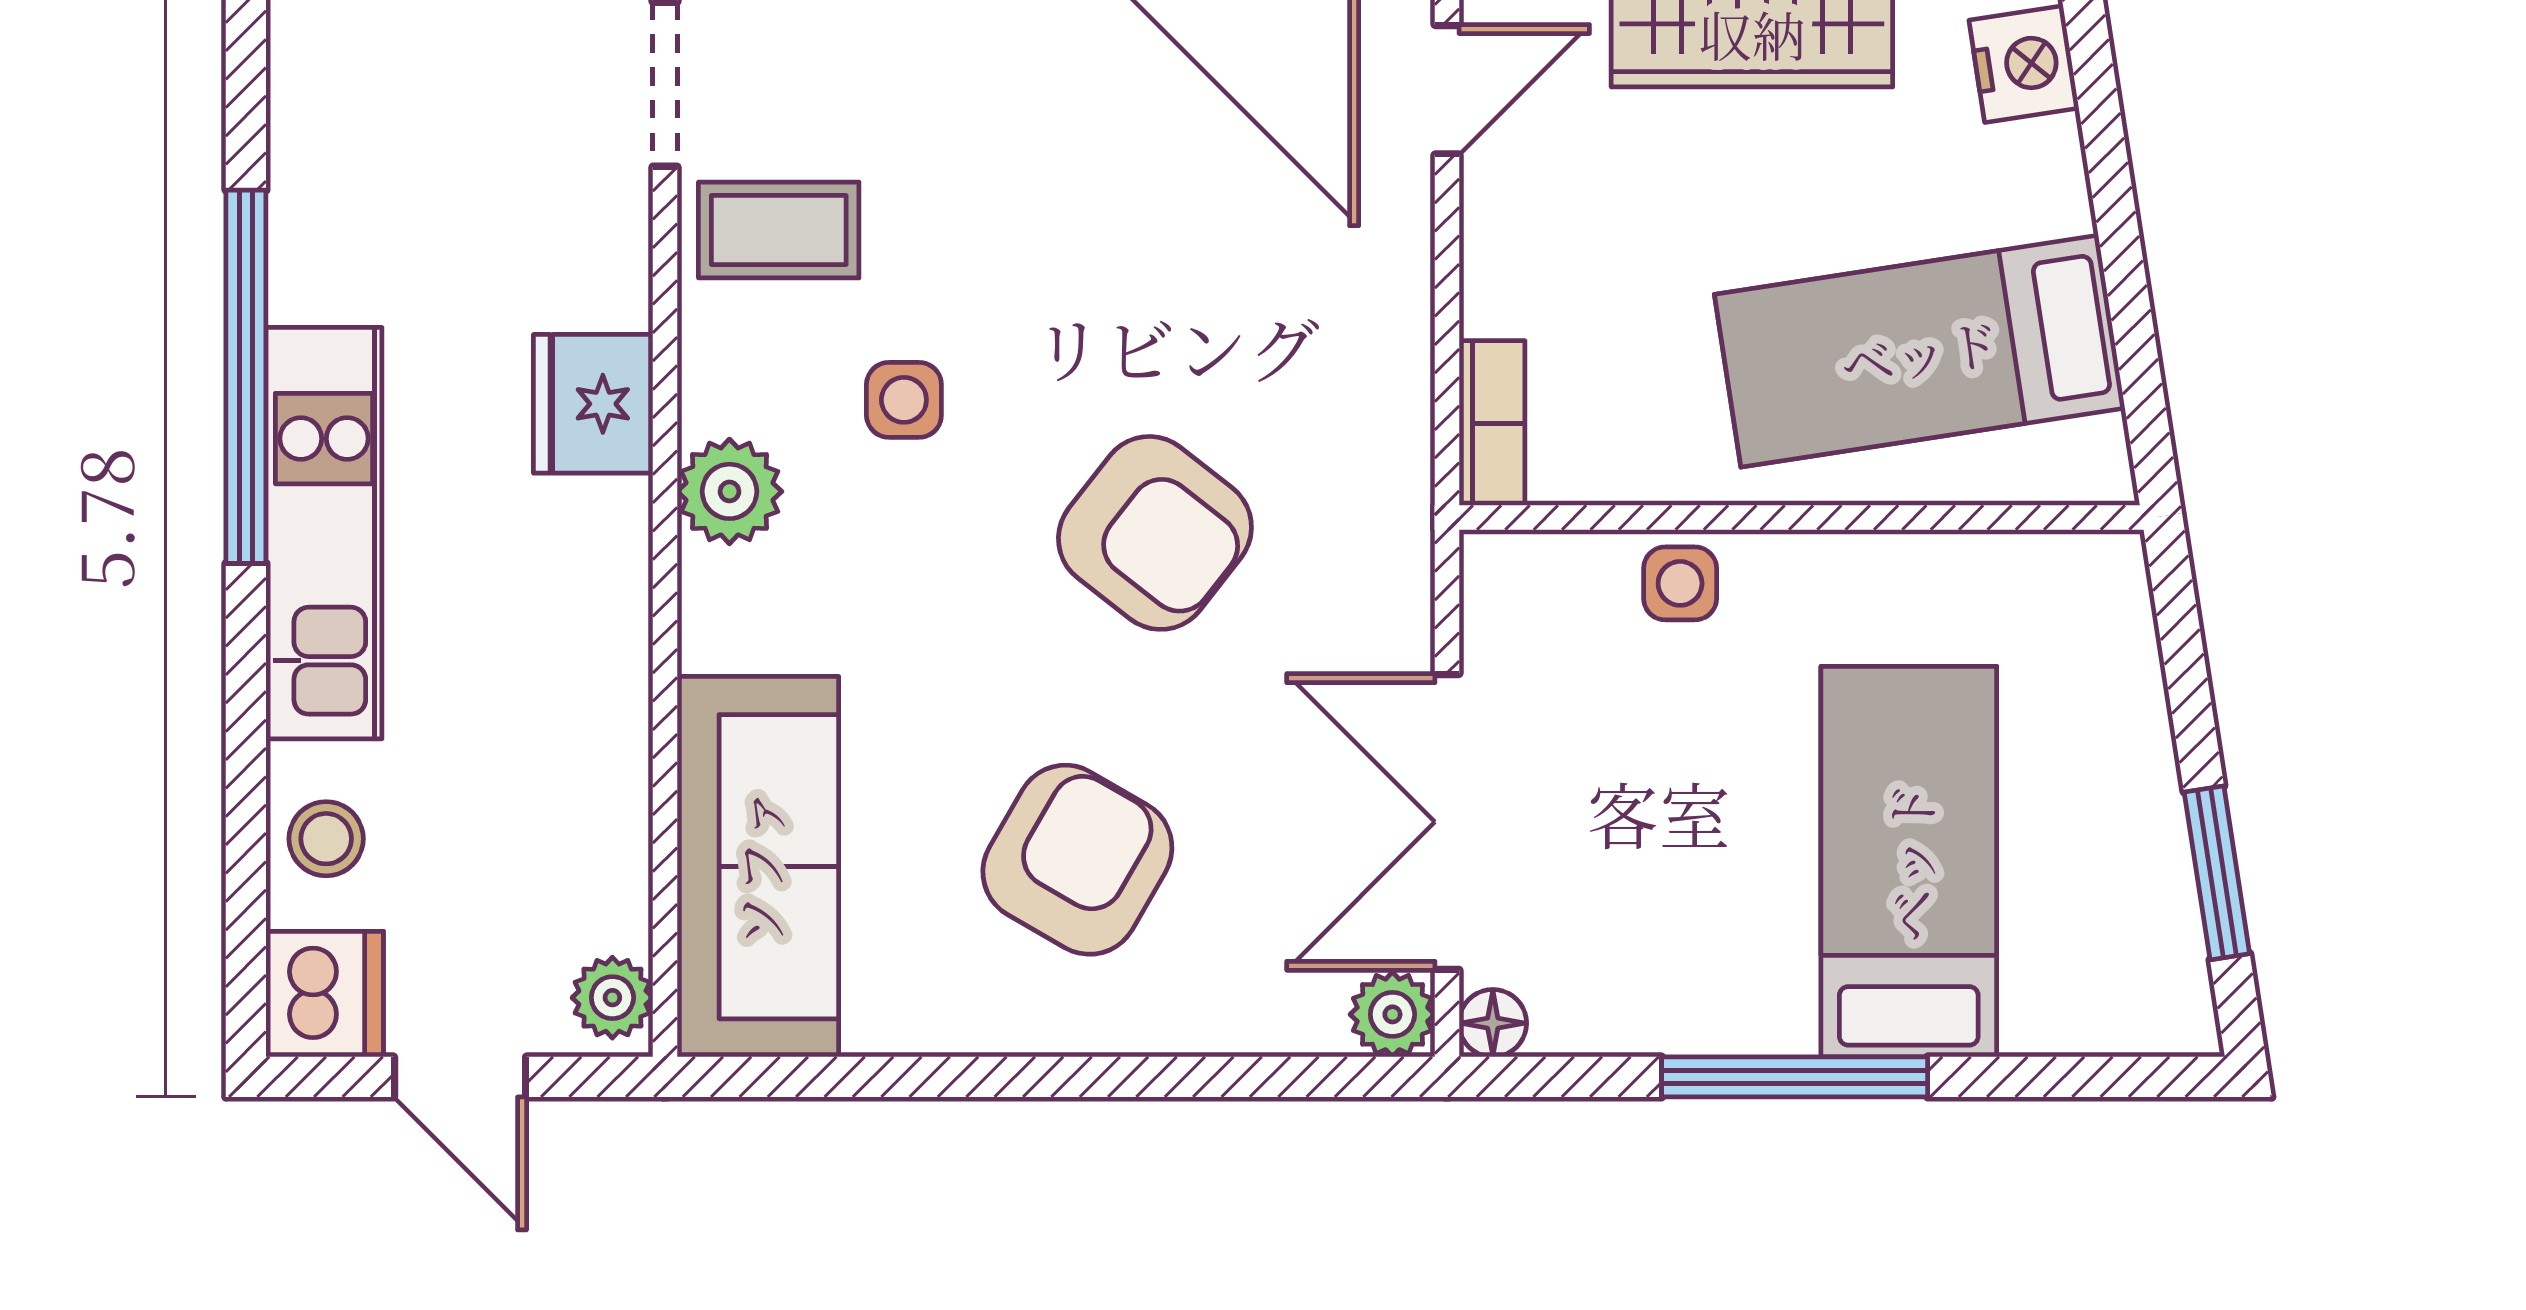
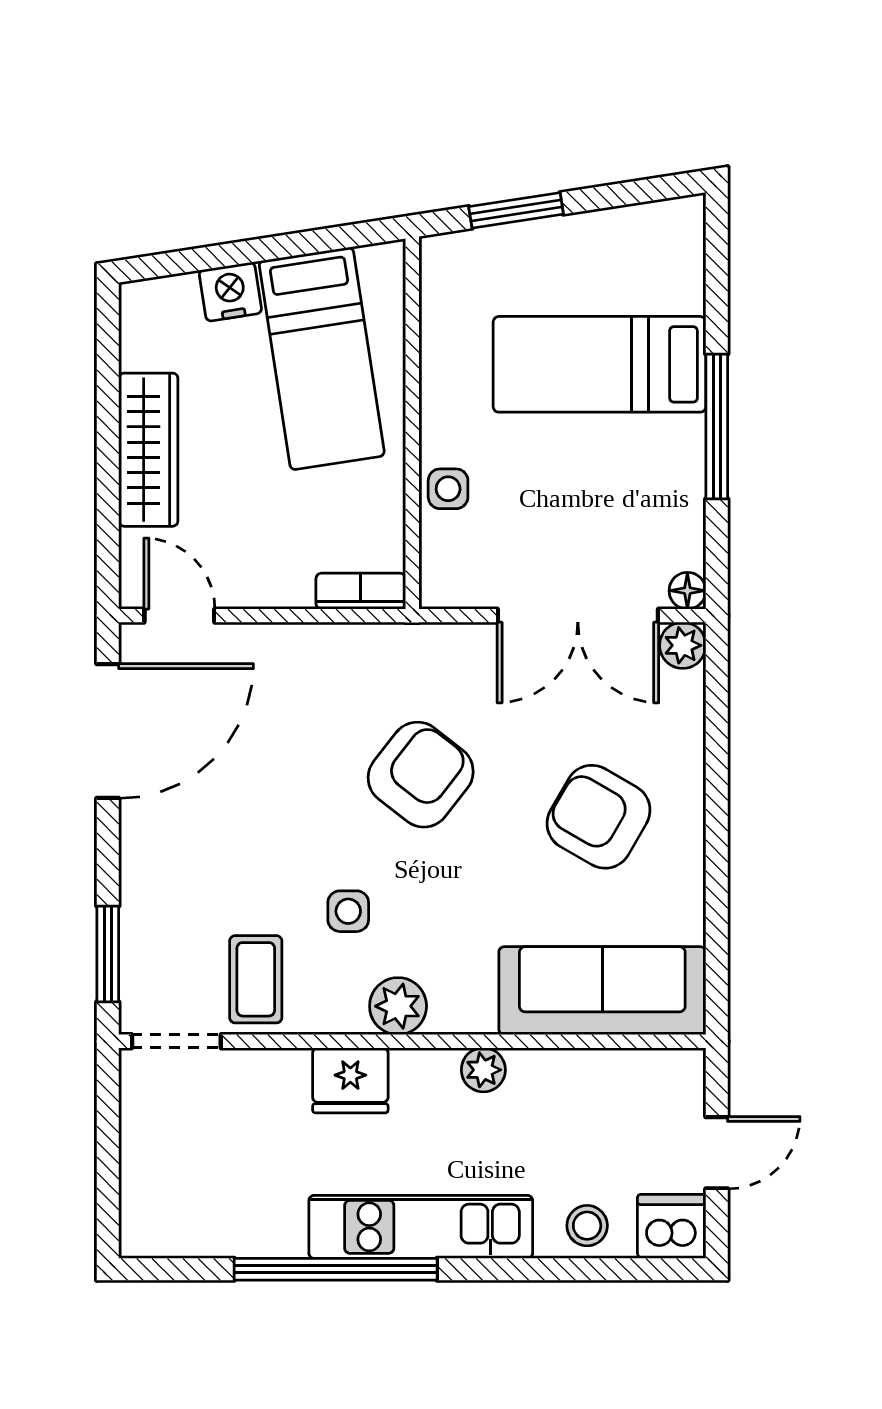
nightstand: (2024, 64) -> (230, 292), moved
window: (2217, 873) -> (516, 210), moved
plant: (612, 998) -> (483, 1070), moved

